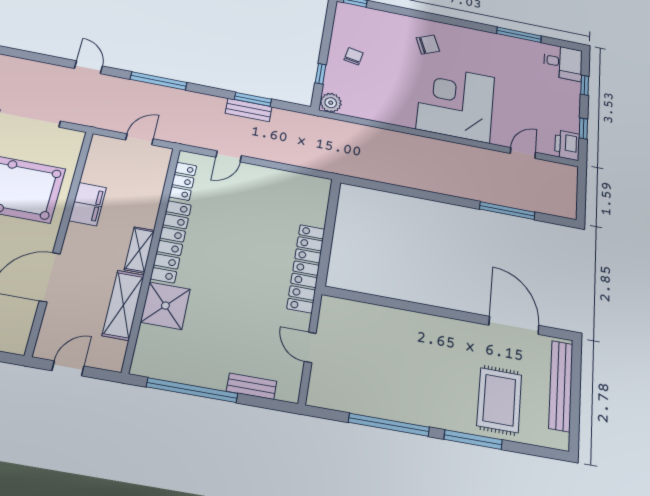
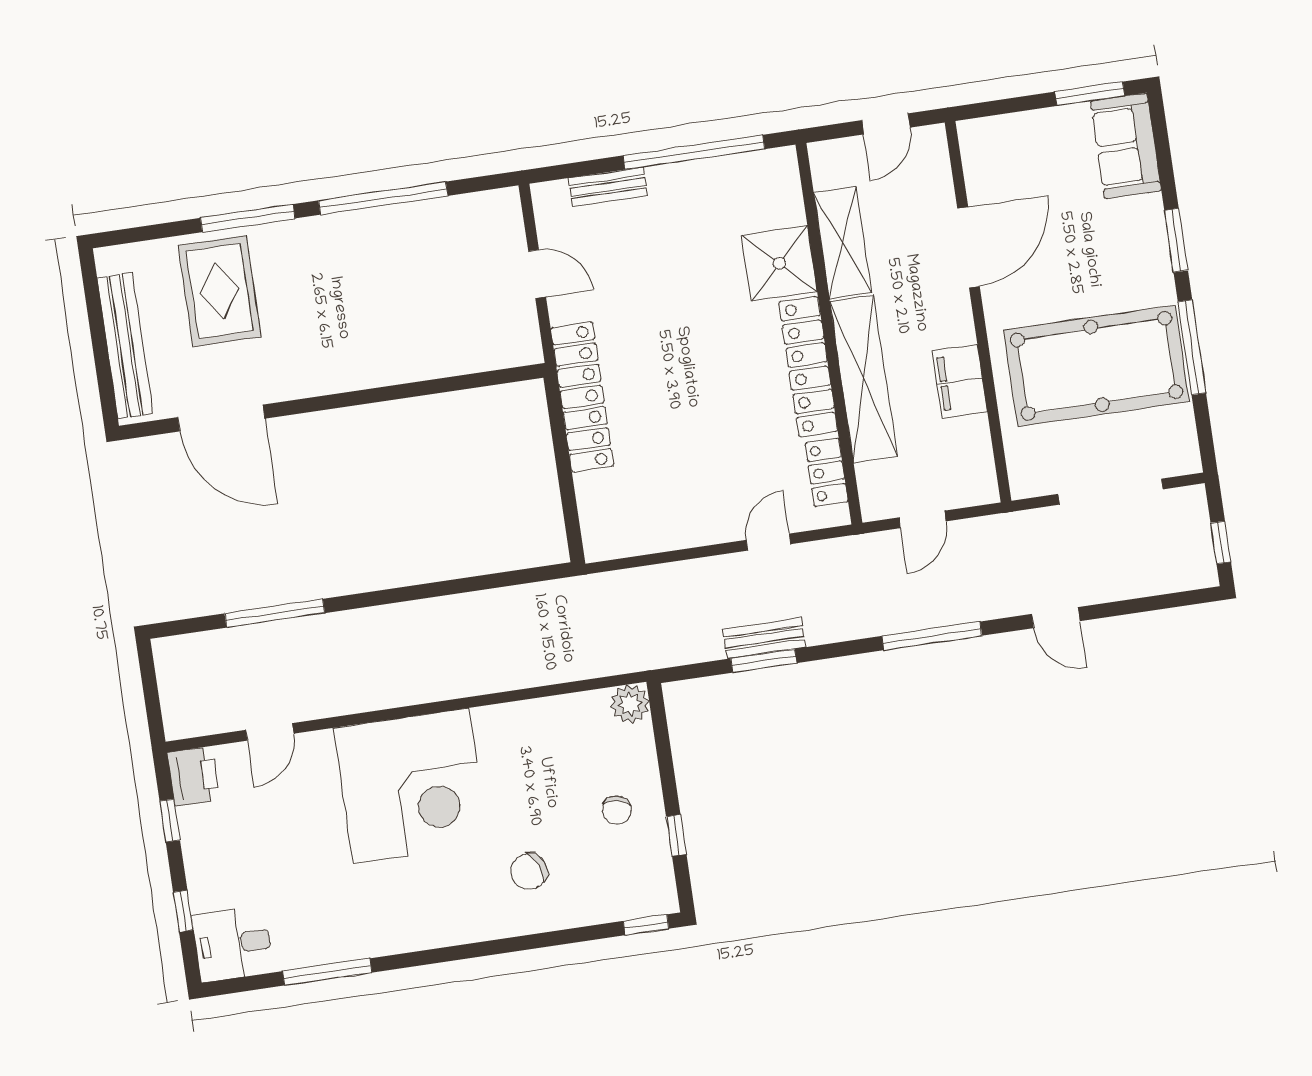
chair: (428, 45) -> (529, 871), moved
window: (321, 74) -> (676, 835), moved
shelving: (139, 250) -> (864, 379), width x2.20, depth x1.33

